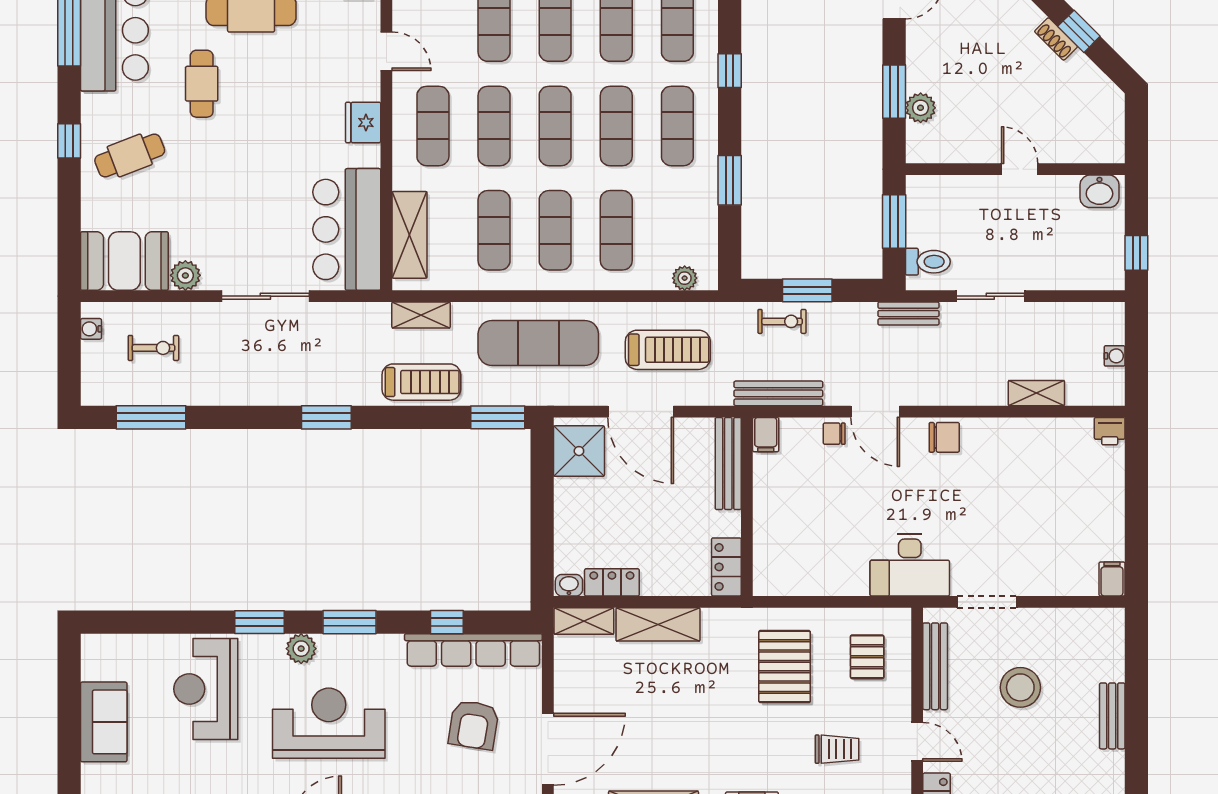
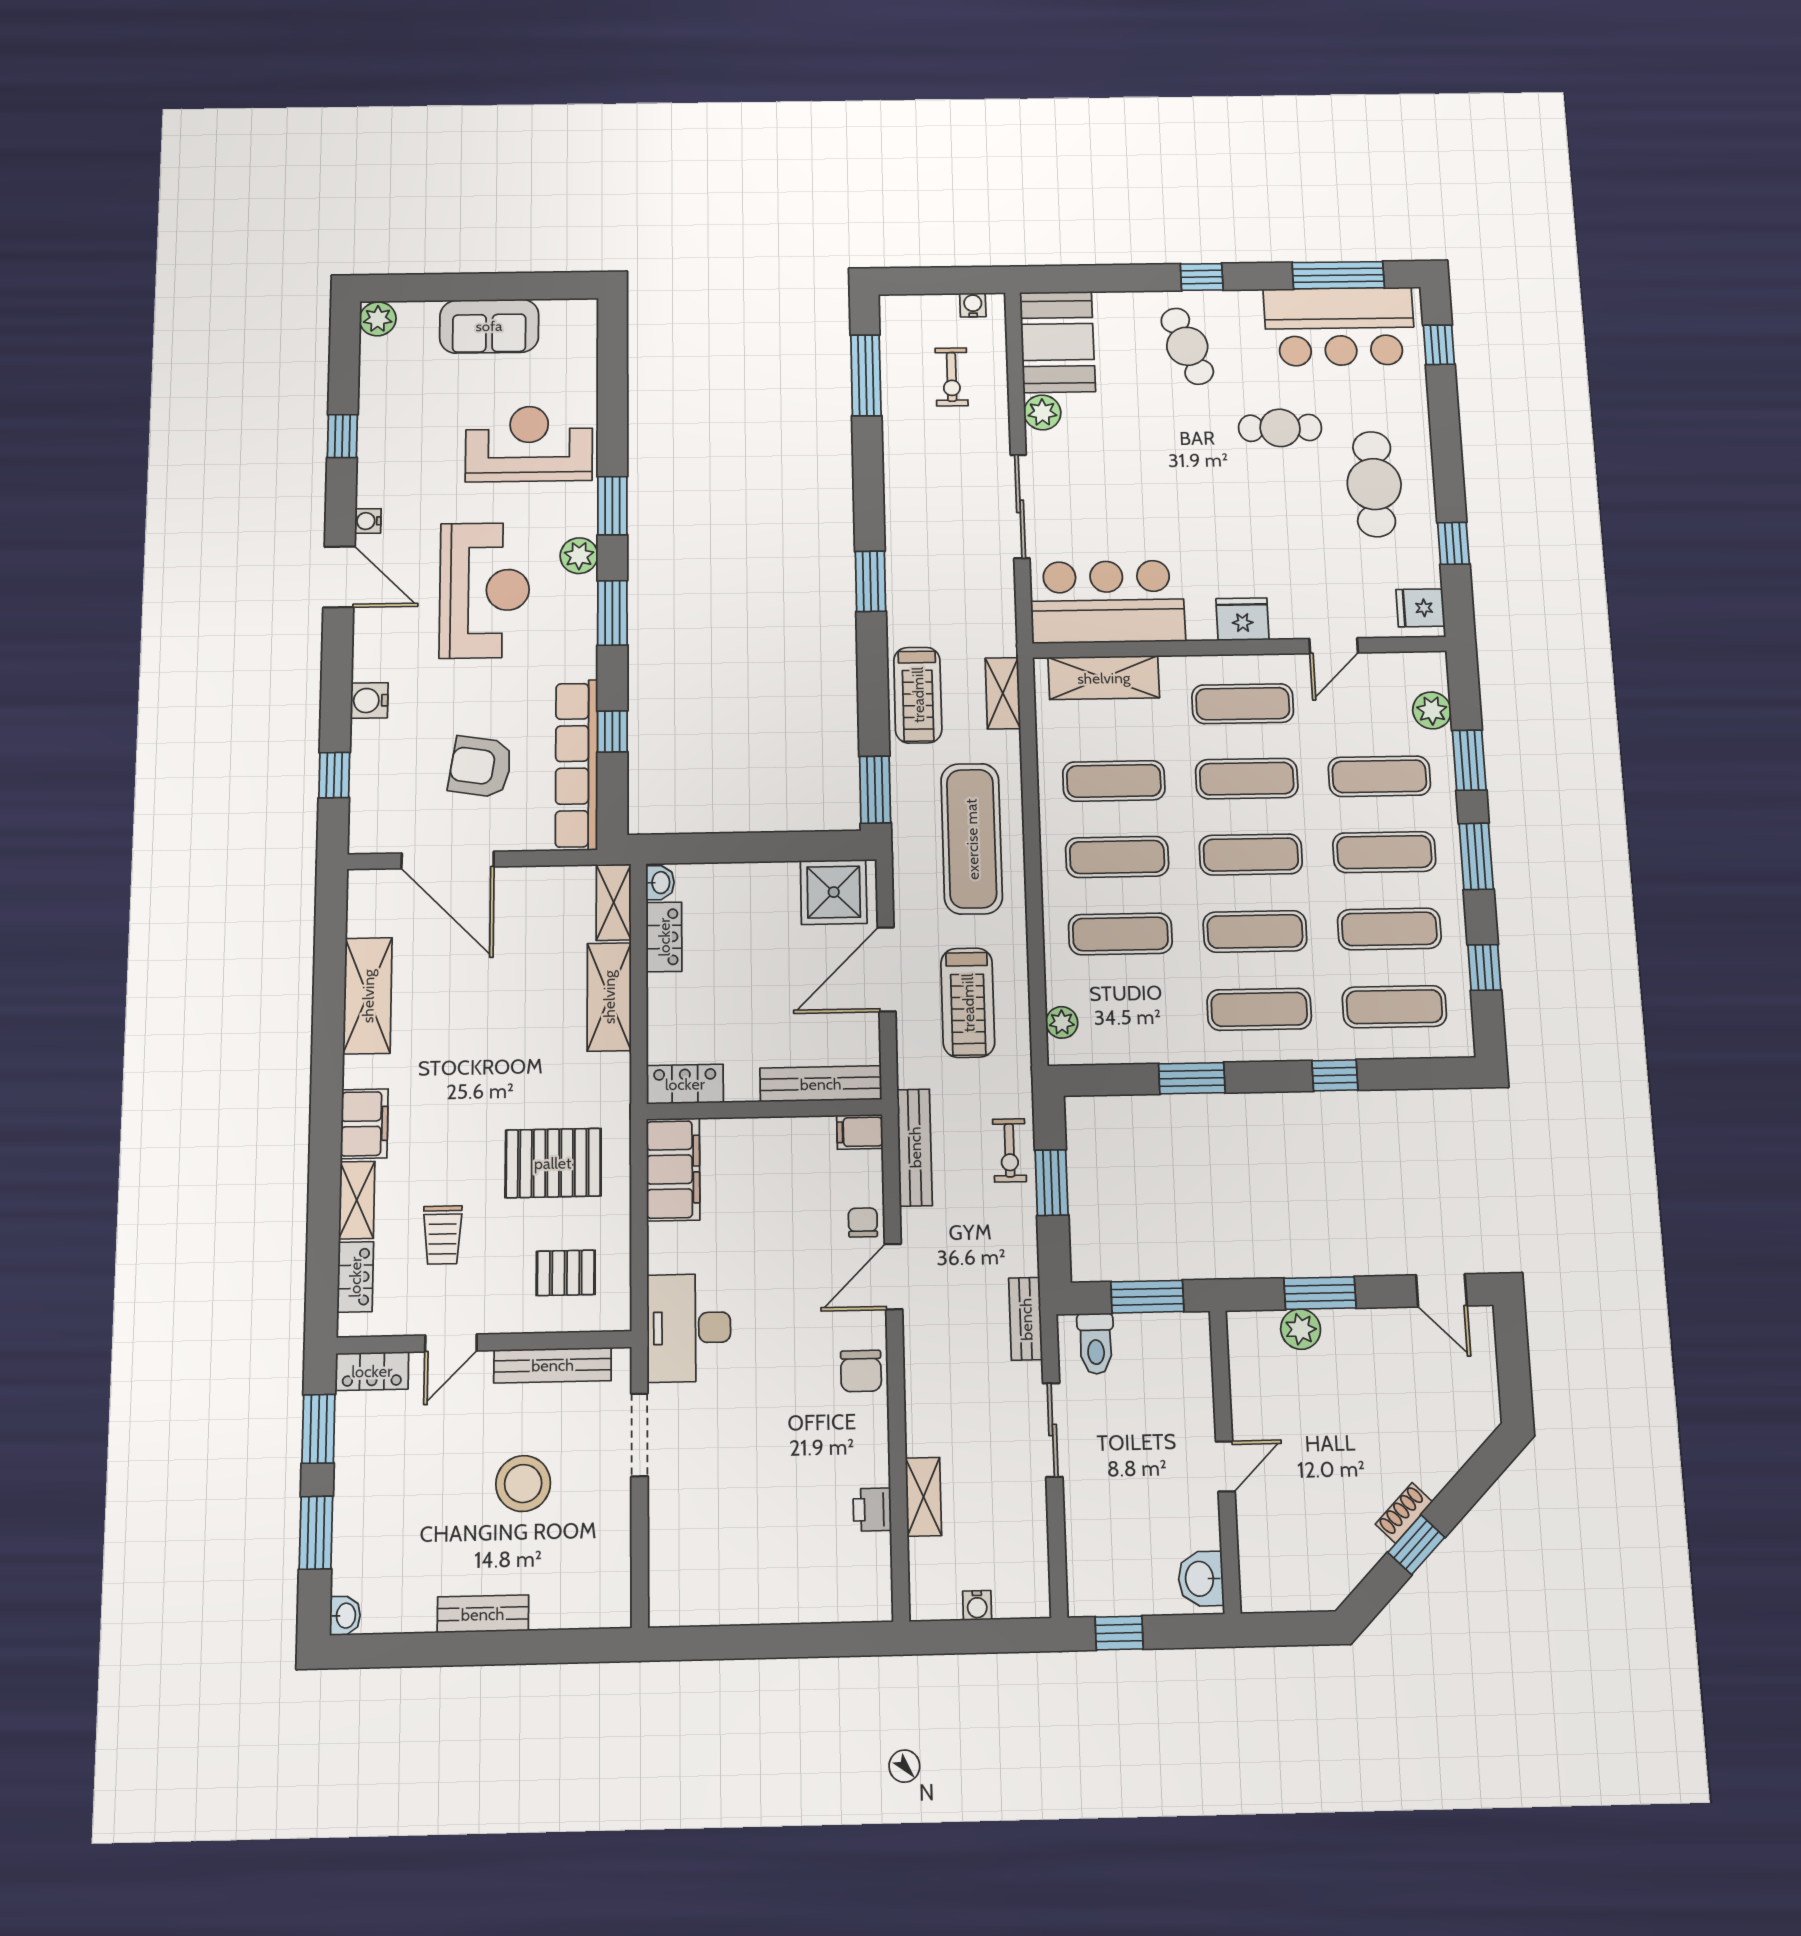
printer: (1110, 431) -> (872, 1510), moved
filing cabinet: (1112, 579) -> (673, 1169), moved, width x3.00, depth x1.17

